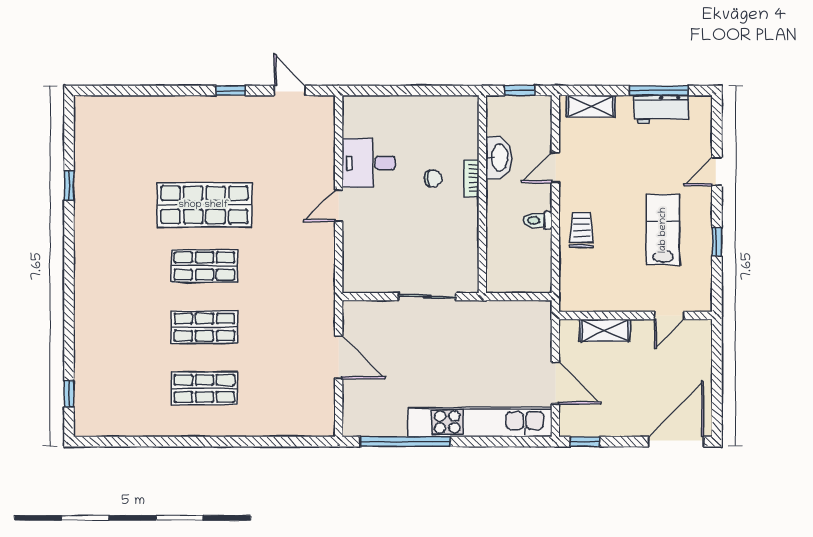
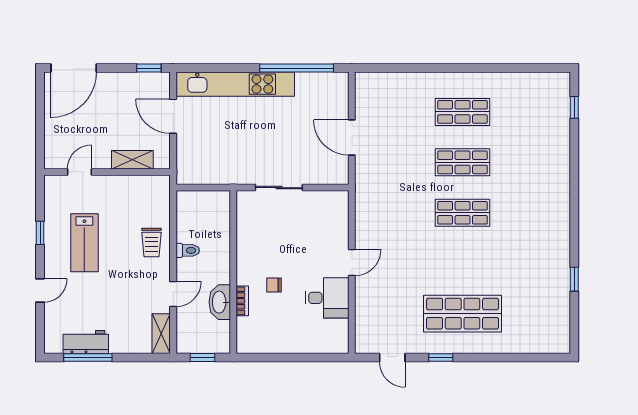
shelving: (591, 106) -> (161, 334), moved, turned 90
bookcase: (472, 178) -> (242, 301), moved
shop shelf: (204, 205) -> (463, 314), moved

